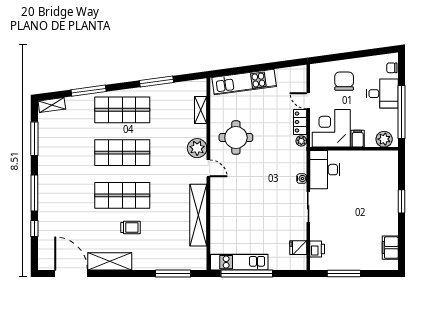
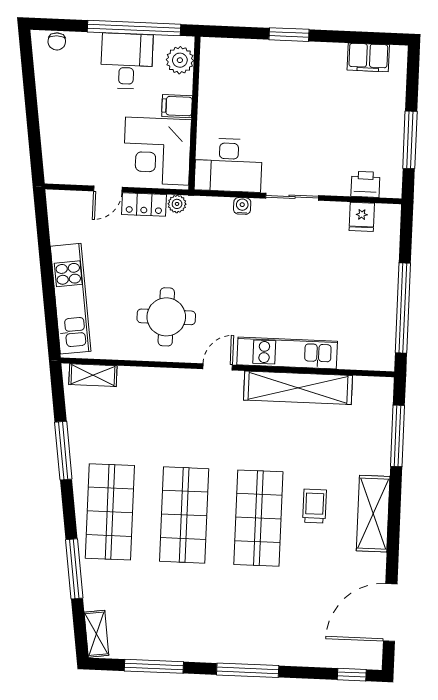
chair: (344, 81) -> (76, 125), removed
desk: (382, 94) -> (127, 61), moved
shelving: (201, 110) -> (93, 375), moved
plant: (197, 148) -> (182, 385), removed
window: (34, 229) -> (352, 675), moved
shelving: (110, 261) -> (373, 514), moved
kitchen unit: (239, 262) -> (287, 353), moved, turned 90

